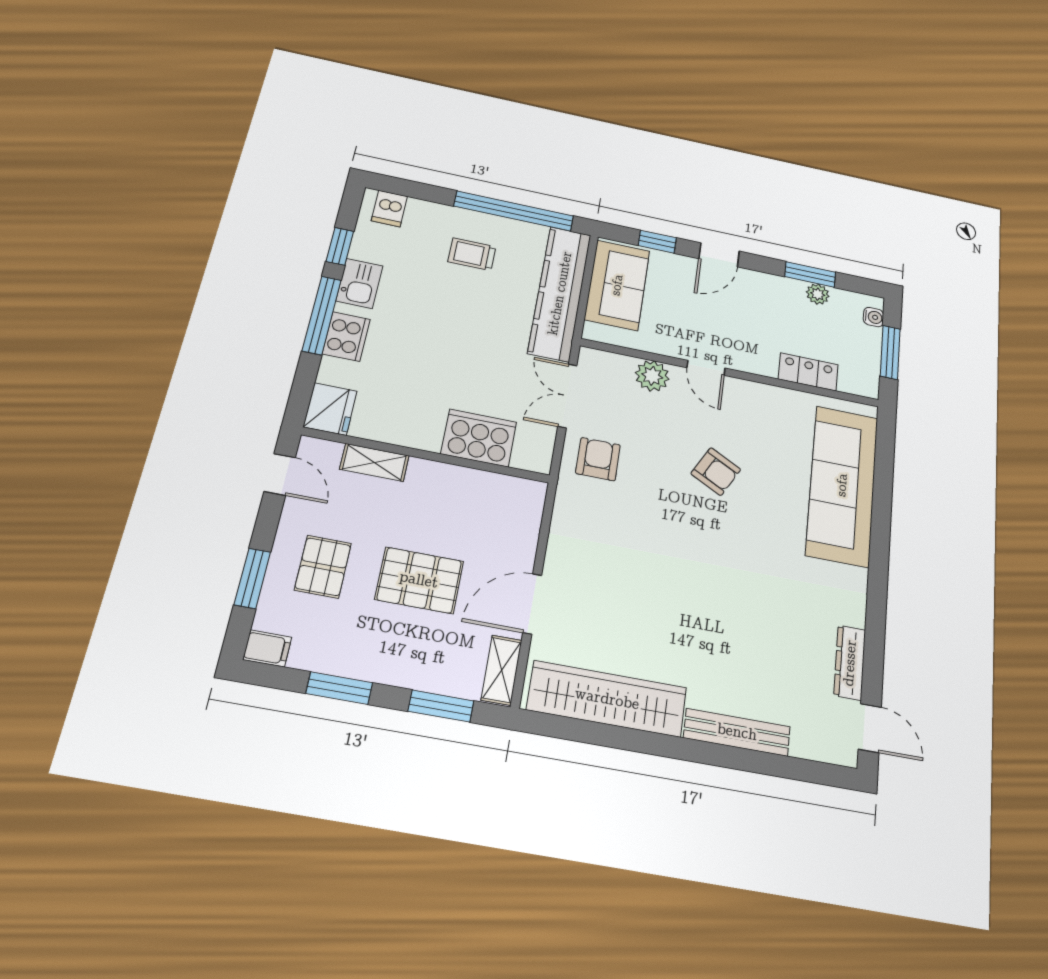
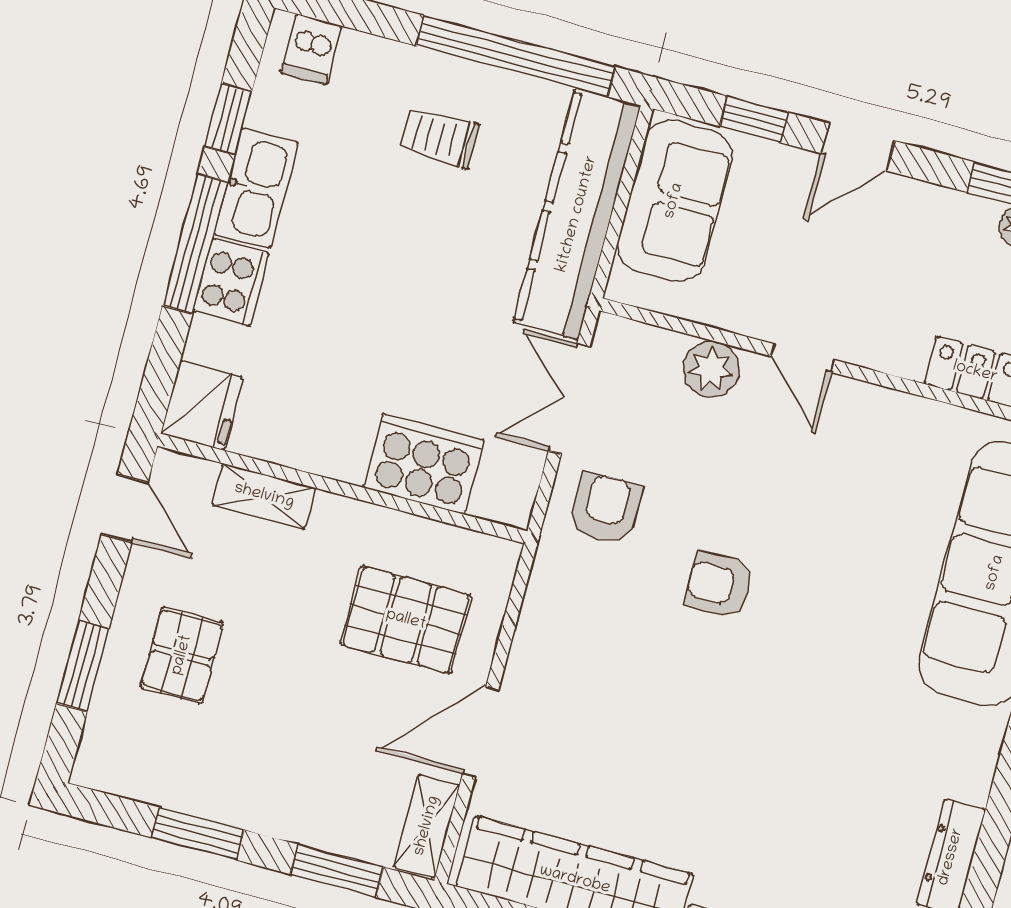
kitchen sink: (359, 283) -> (256, 188), width x1.38
armchair: (716, 472) -> (719, 585), moved, turned 152
pallet: (419, 580) -> (406, 620), moved
filing cabinet: (267, 648) -> (101, 770), removed

